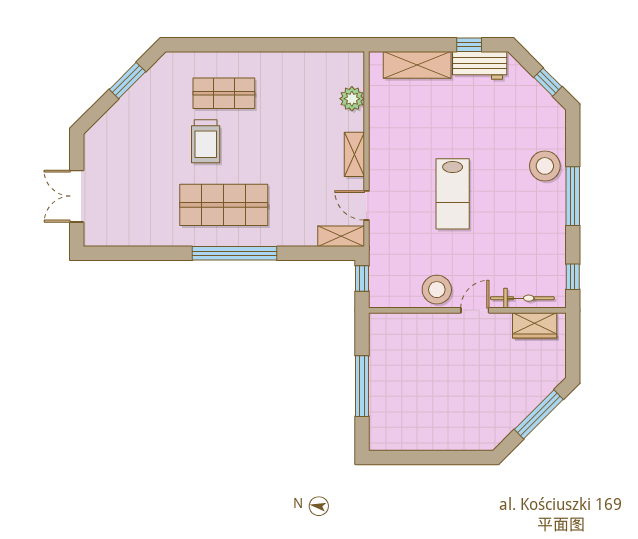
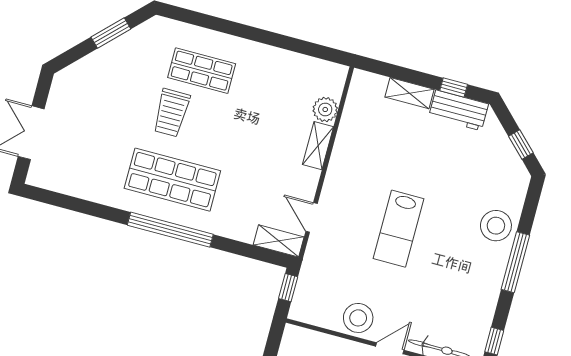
shelving: (417, 65) -> (409, 93), width x0.67, depth x0.75
shelving: (354, 154) -> (318, 146), moved

